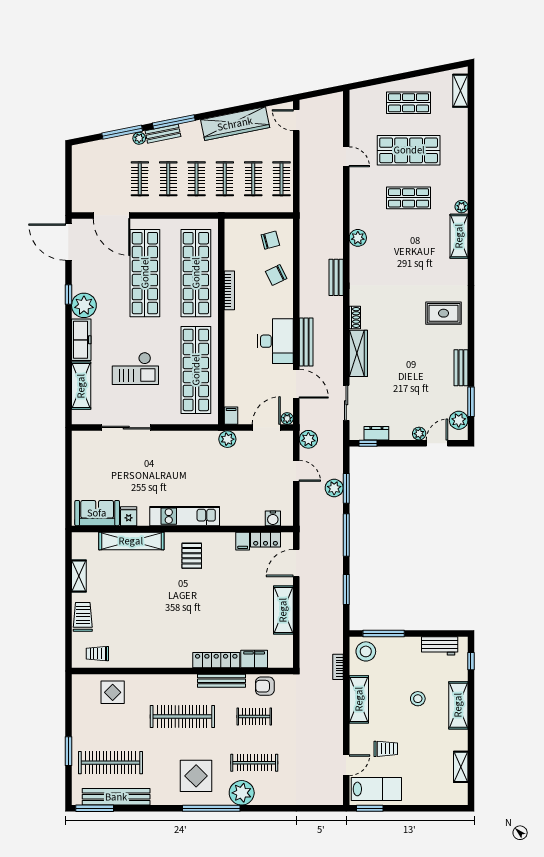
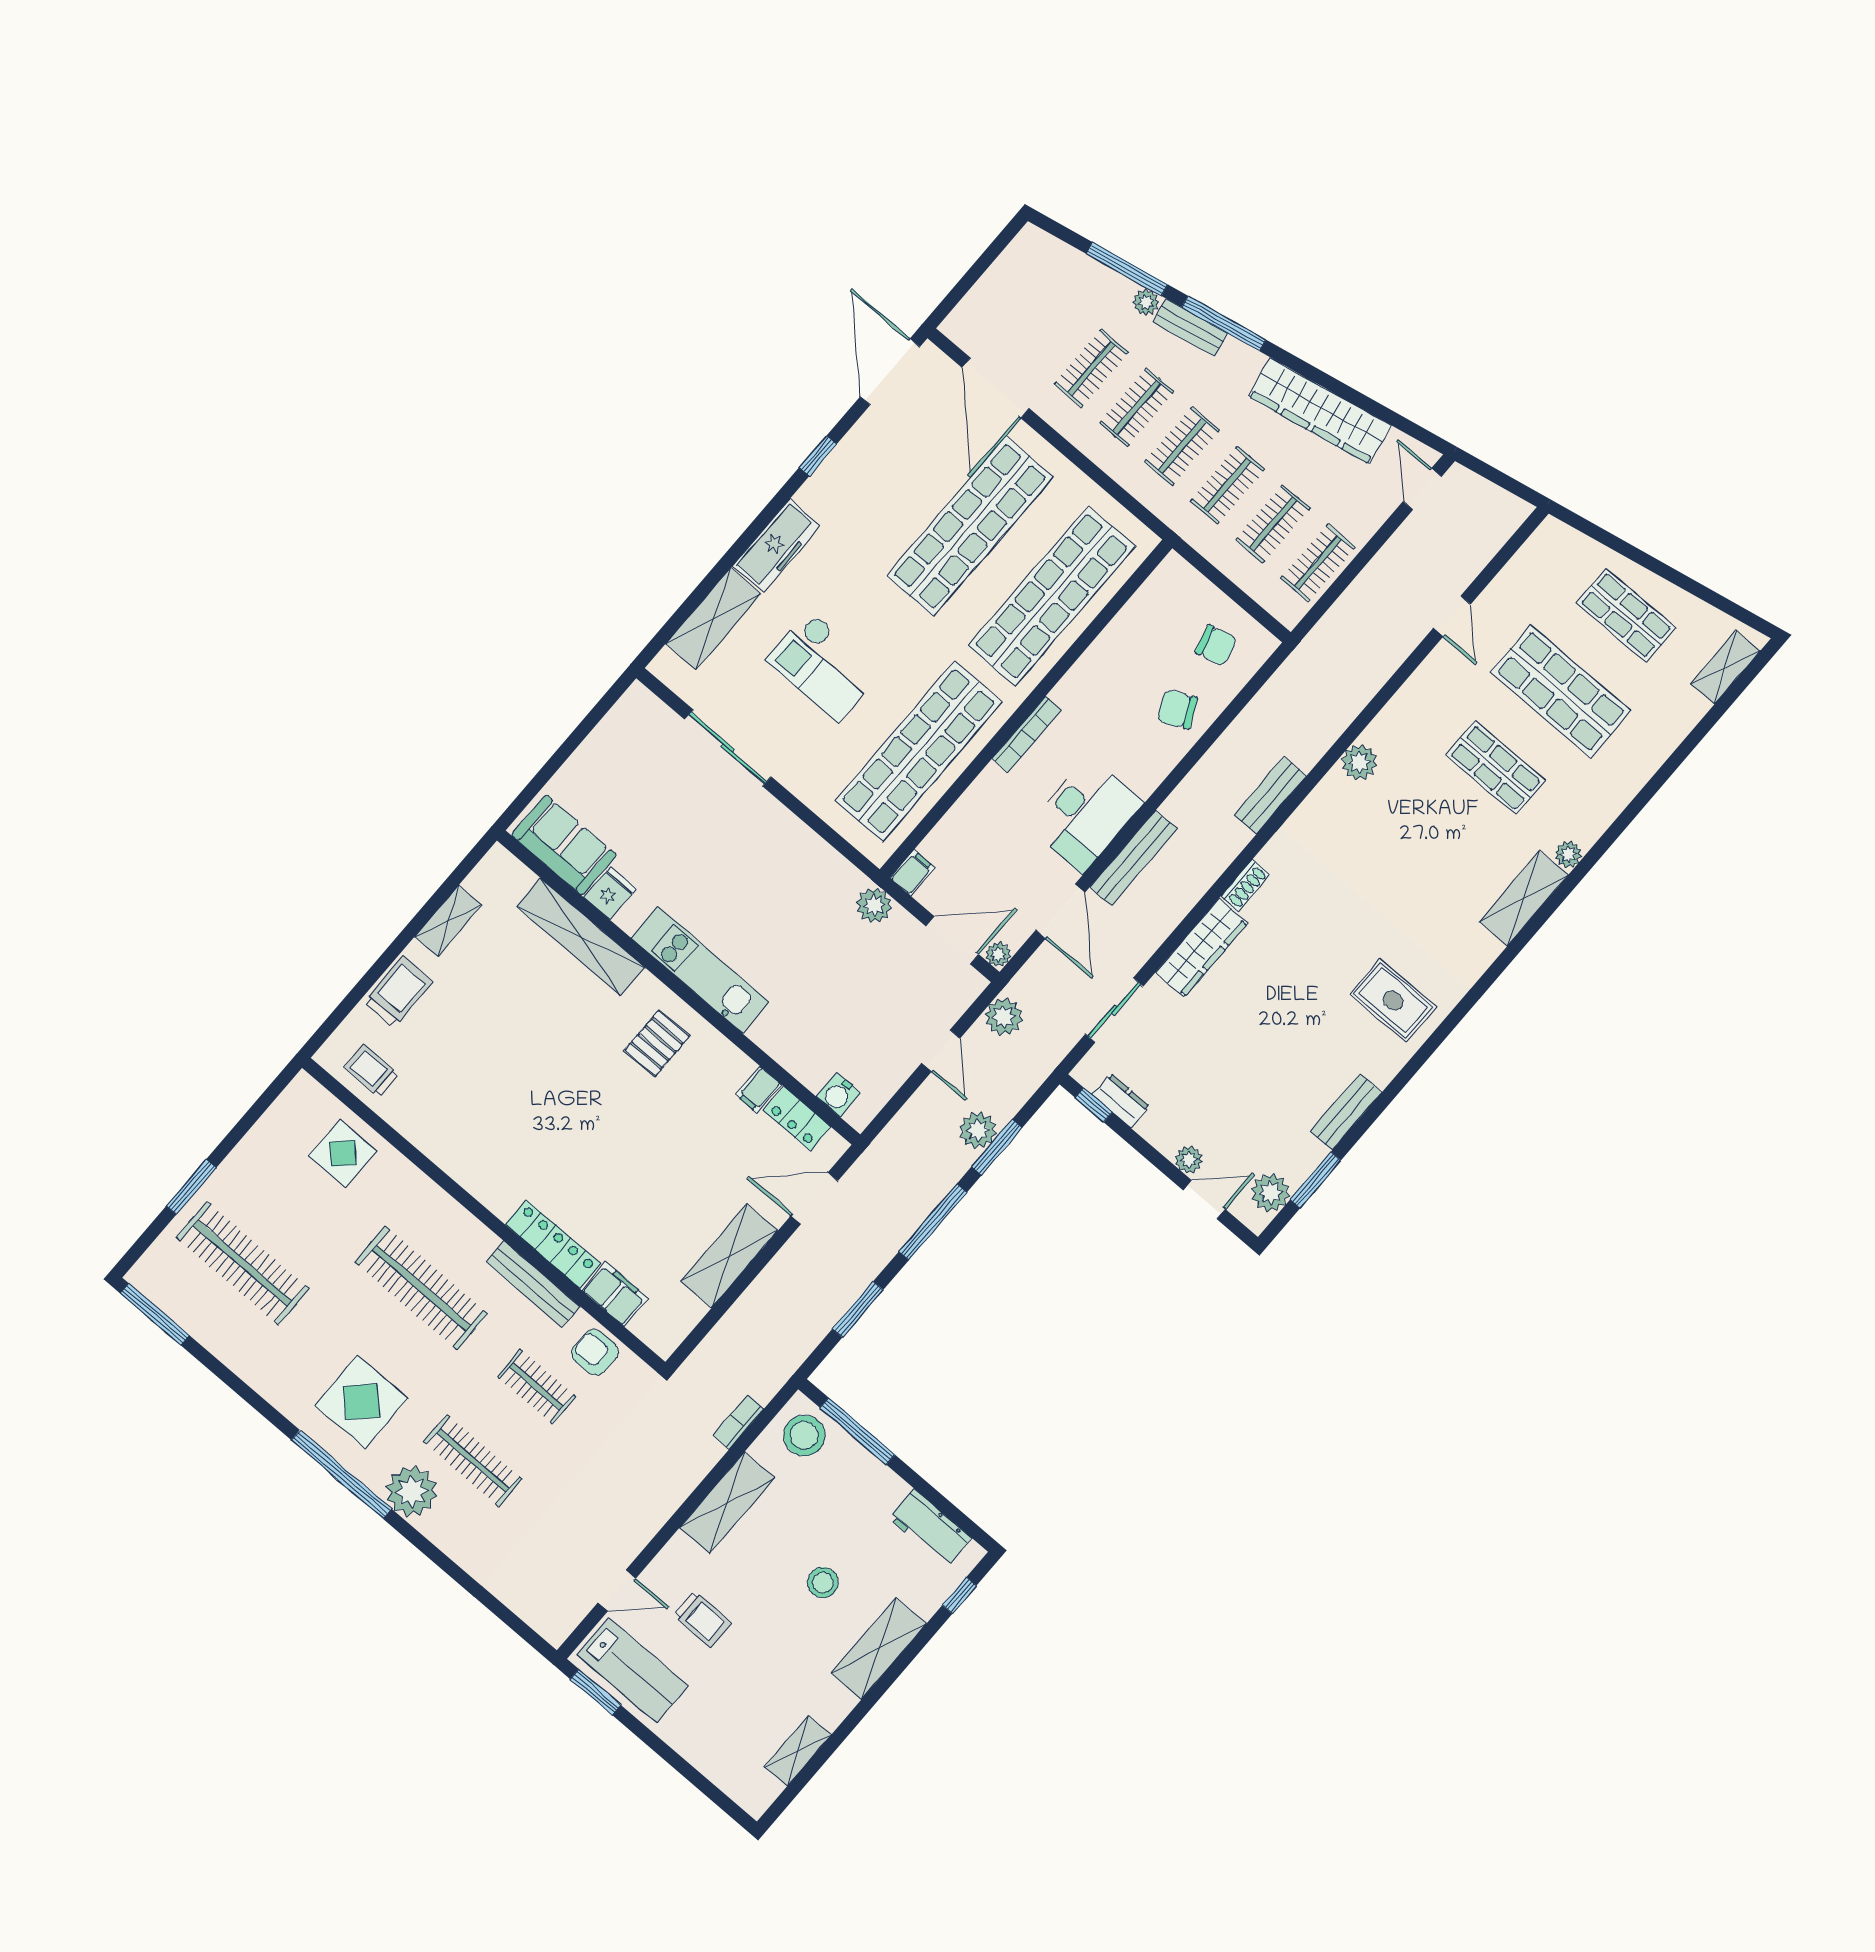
bookcase: (229, 290) -> (1027, 734), moved
plant: (84, 305) -> (828, 494), removed
bench: (116, 797) -> (205, 1325), removed

